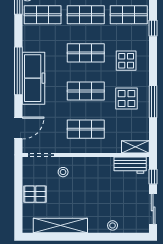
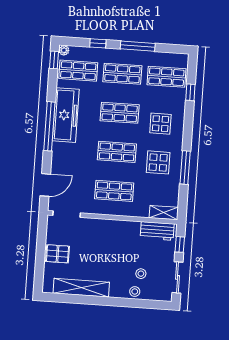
freezer: (34, 78) -> (66, 115), moved
stool: (63, 172) -> (141, 274), moved

